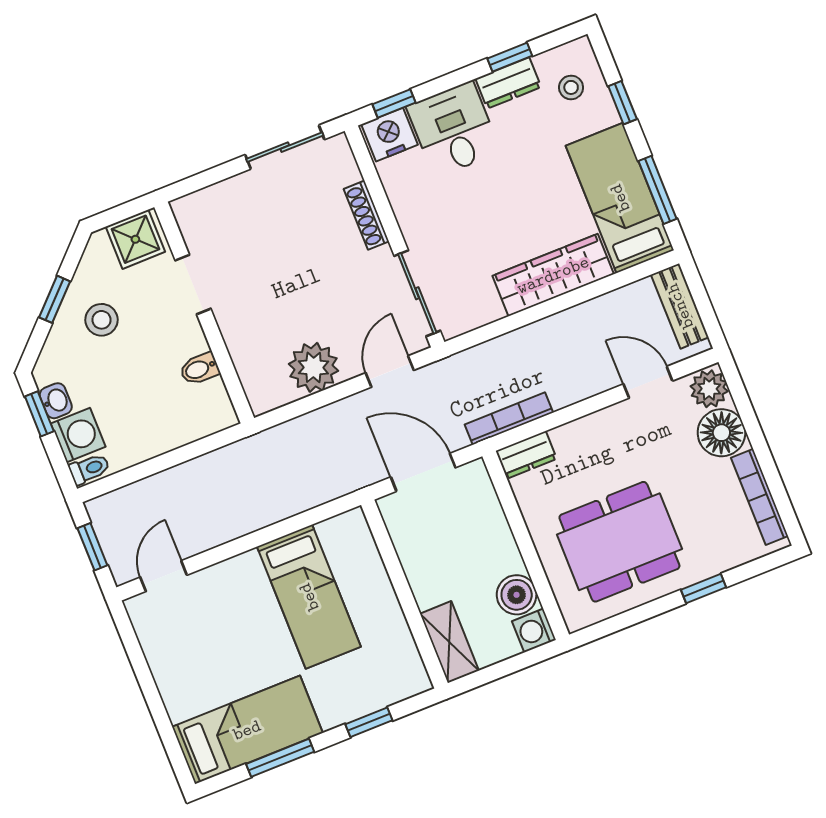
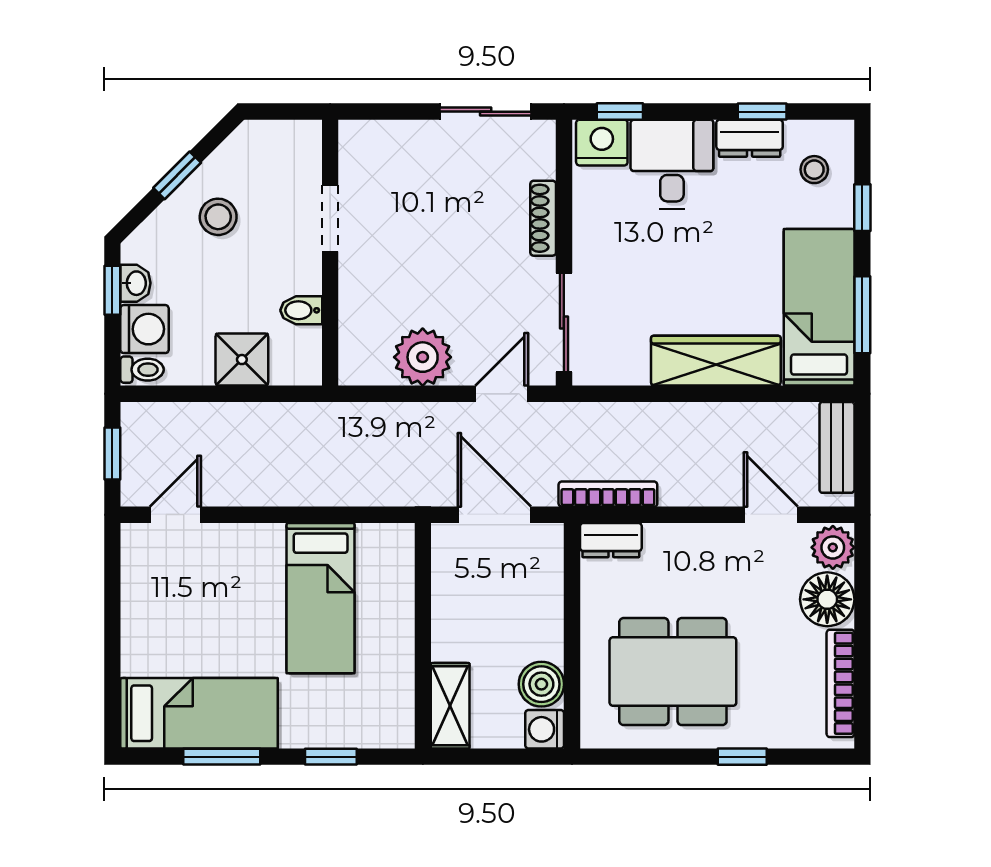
shower: (135, 239) -> (242, 360), moved

